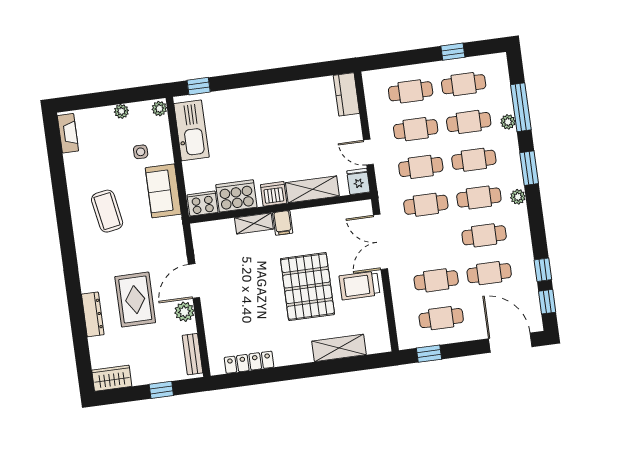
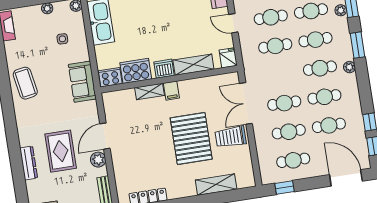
door: (368, 152) -> (233, 23), moved
sofa: (163, 191) -> (82, 82), moved
cafe table: (426, 205) -> (284, 103), moved
coffee table: (107, 211) -> (25, 83), moved

